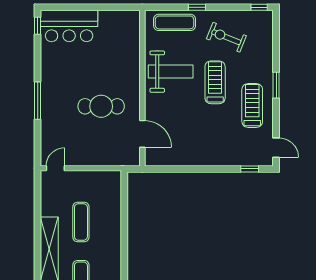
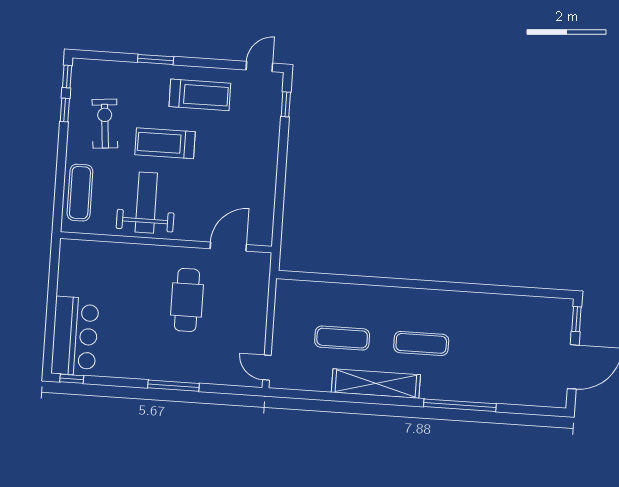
window: (197, 7) -> (65, 110), moved
exercise bike: (226, 37) -> (105, 124), turned 153
window: (276, 85) -> (156, 59), moved
treadmill: (252, 106) -> (200, 95), turned 180

